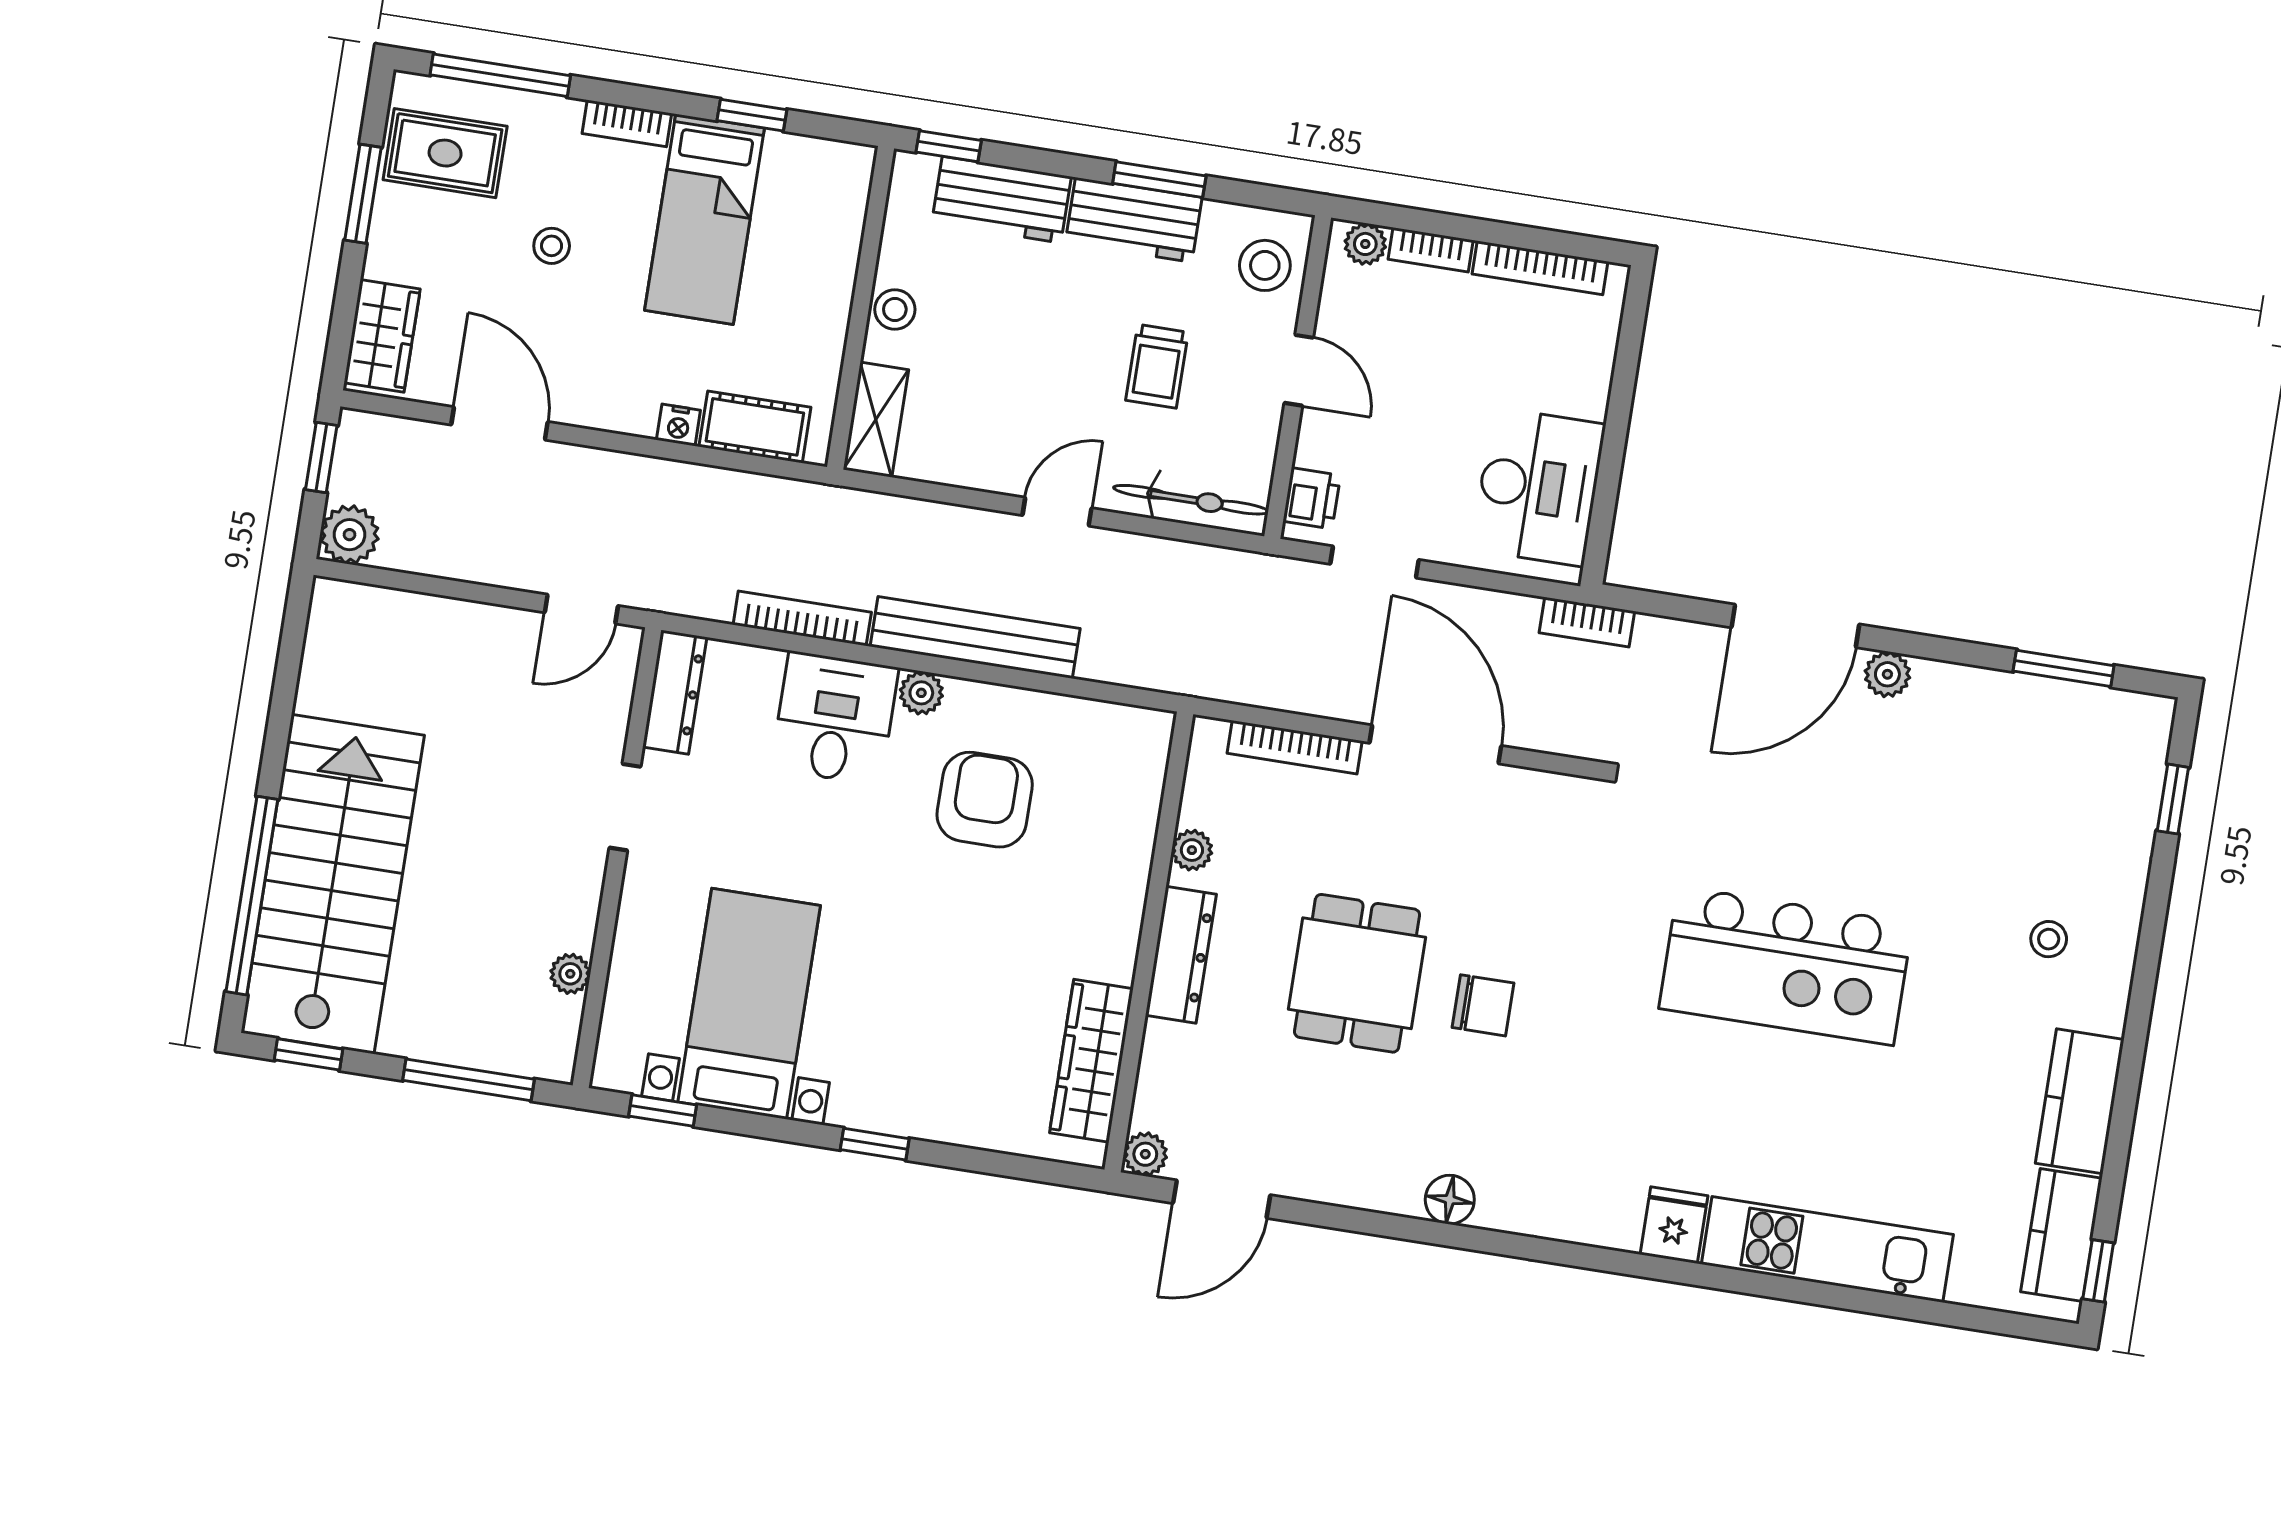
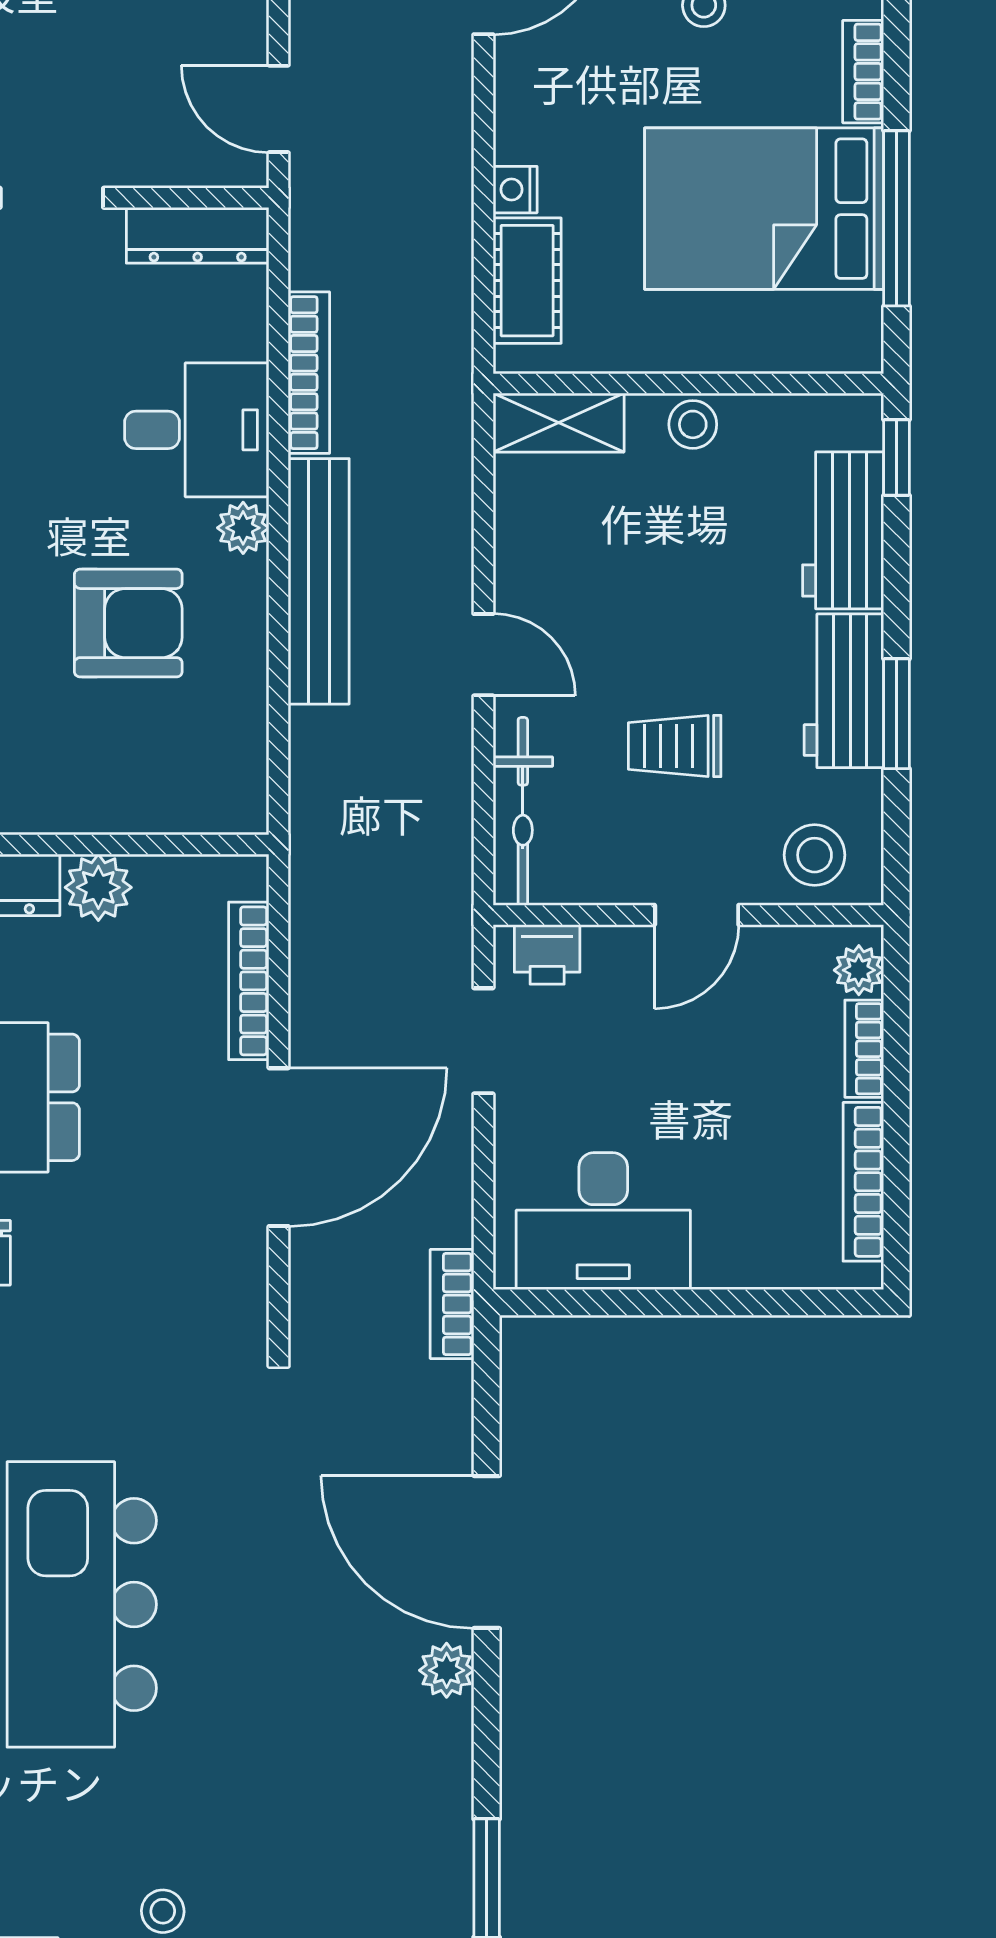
window: (752, 115) -> (896, 218), width x2.17
bed: (705, 219) -> (764, 209), width x1.50
plant: (1192, 850) -> (98, 887), width x1.38, depth x1.38

